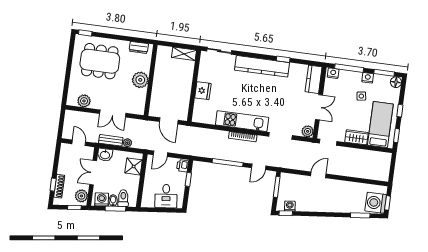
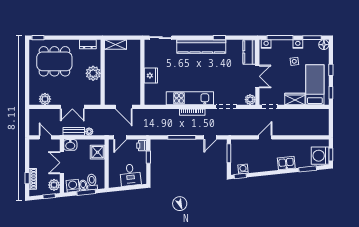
shelving: (184, 54) -> (115, 45), moved
kitchen sink: (338, 206) -> (286, 163), added

